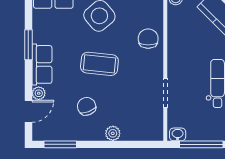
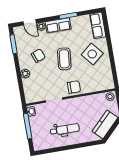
chair: (148, 39) -> (74, 87), moved

